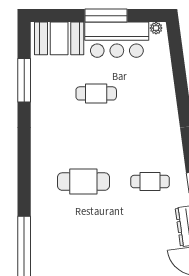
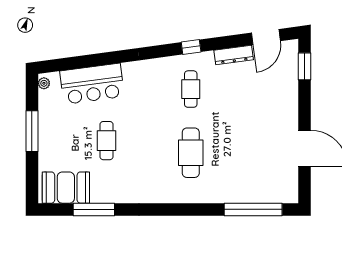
booth: (59, 38) -> (66, 188), moved, turned 90
bar counter: (117, 40) -> (92, 84), moved, turned 82

